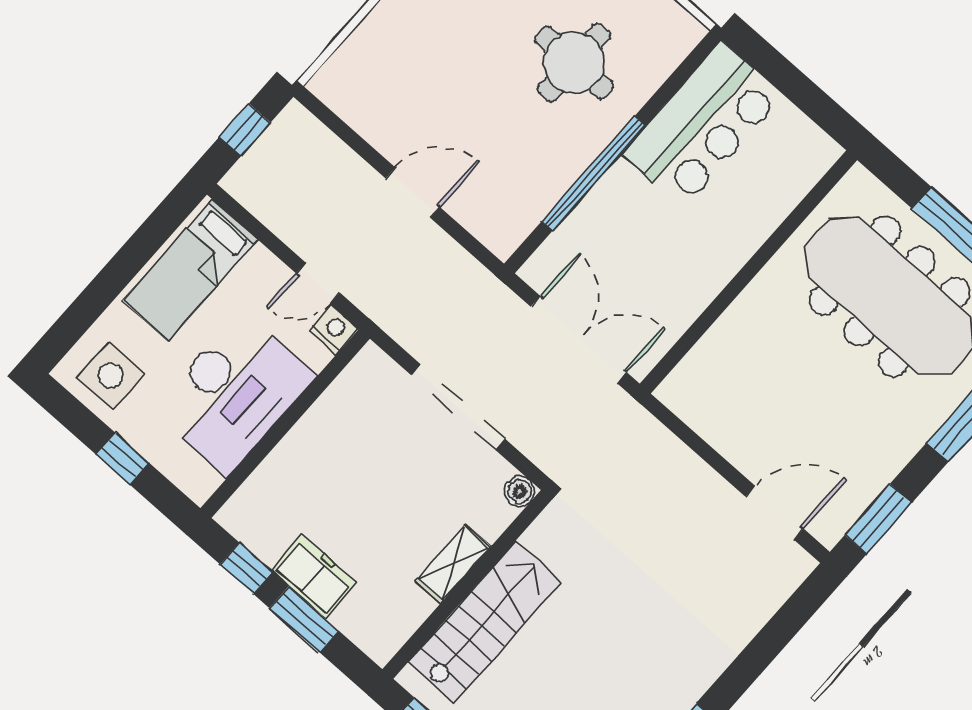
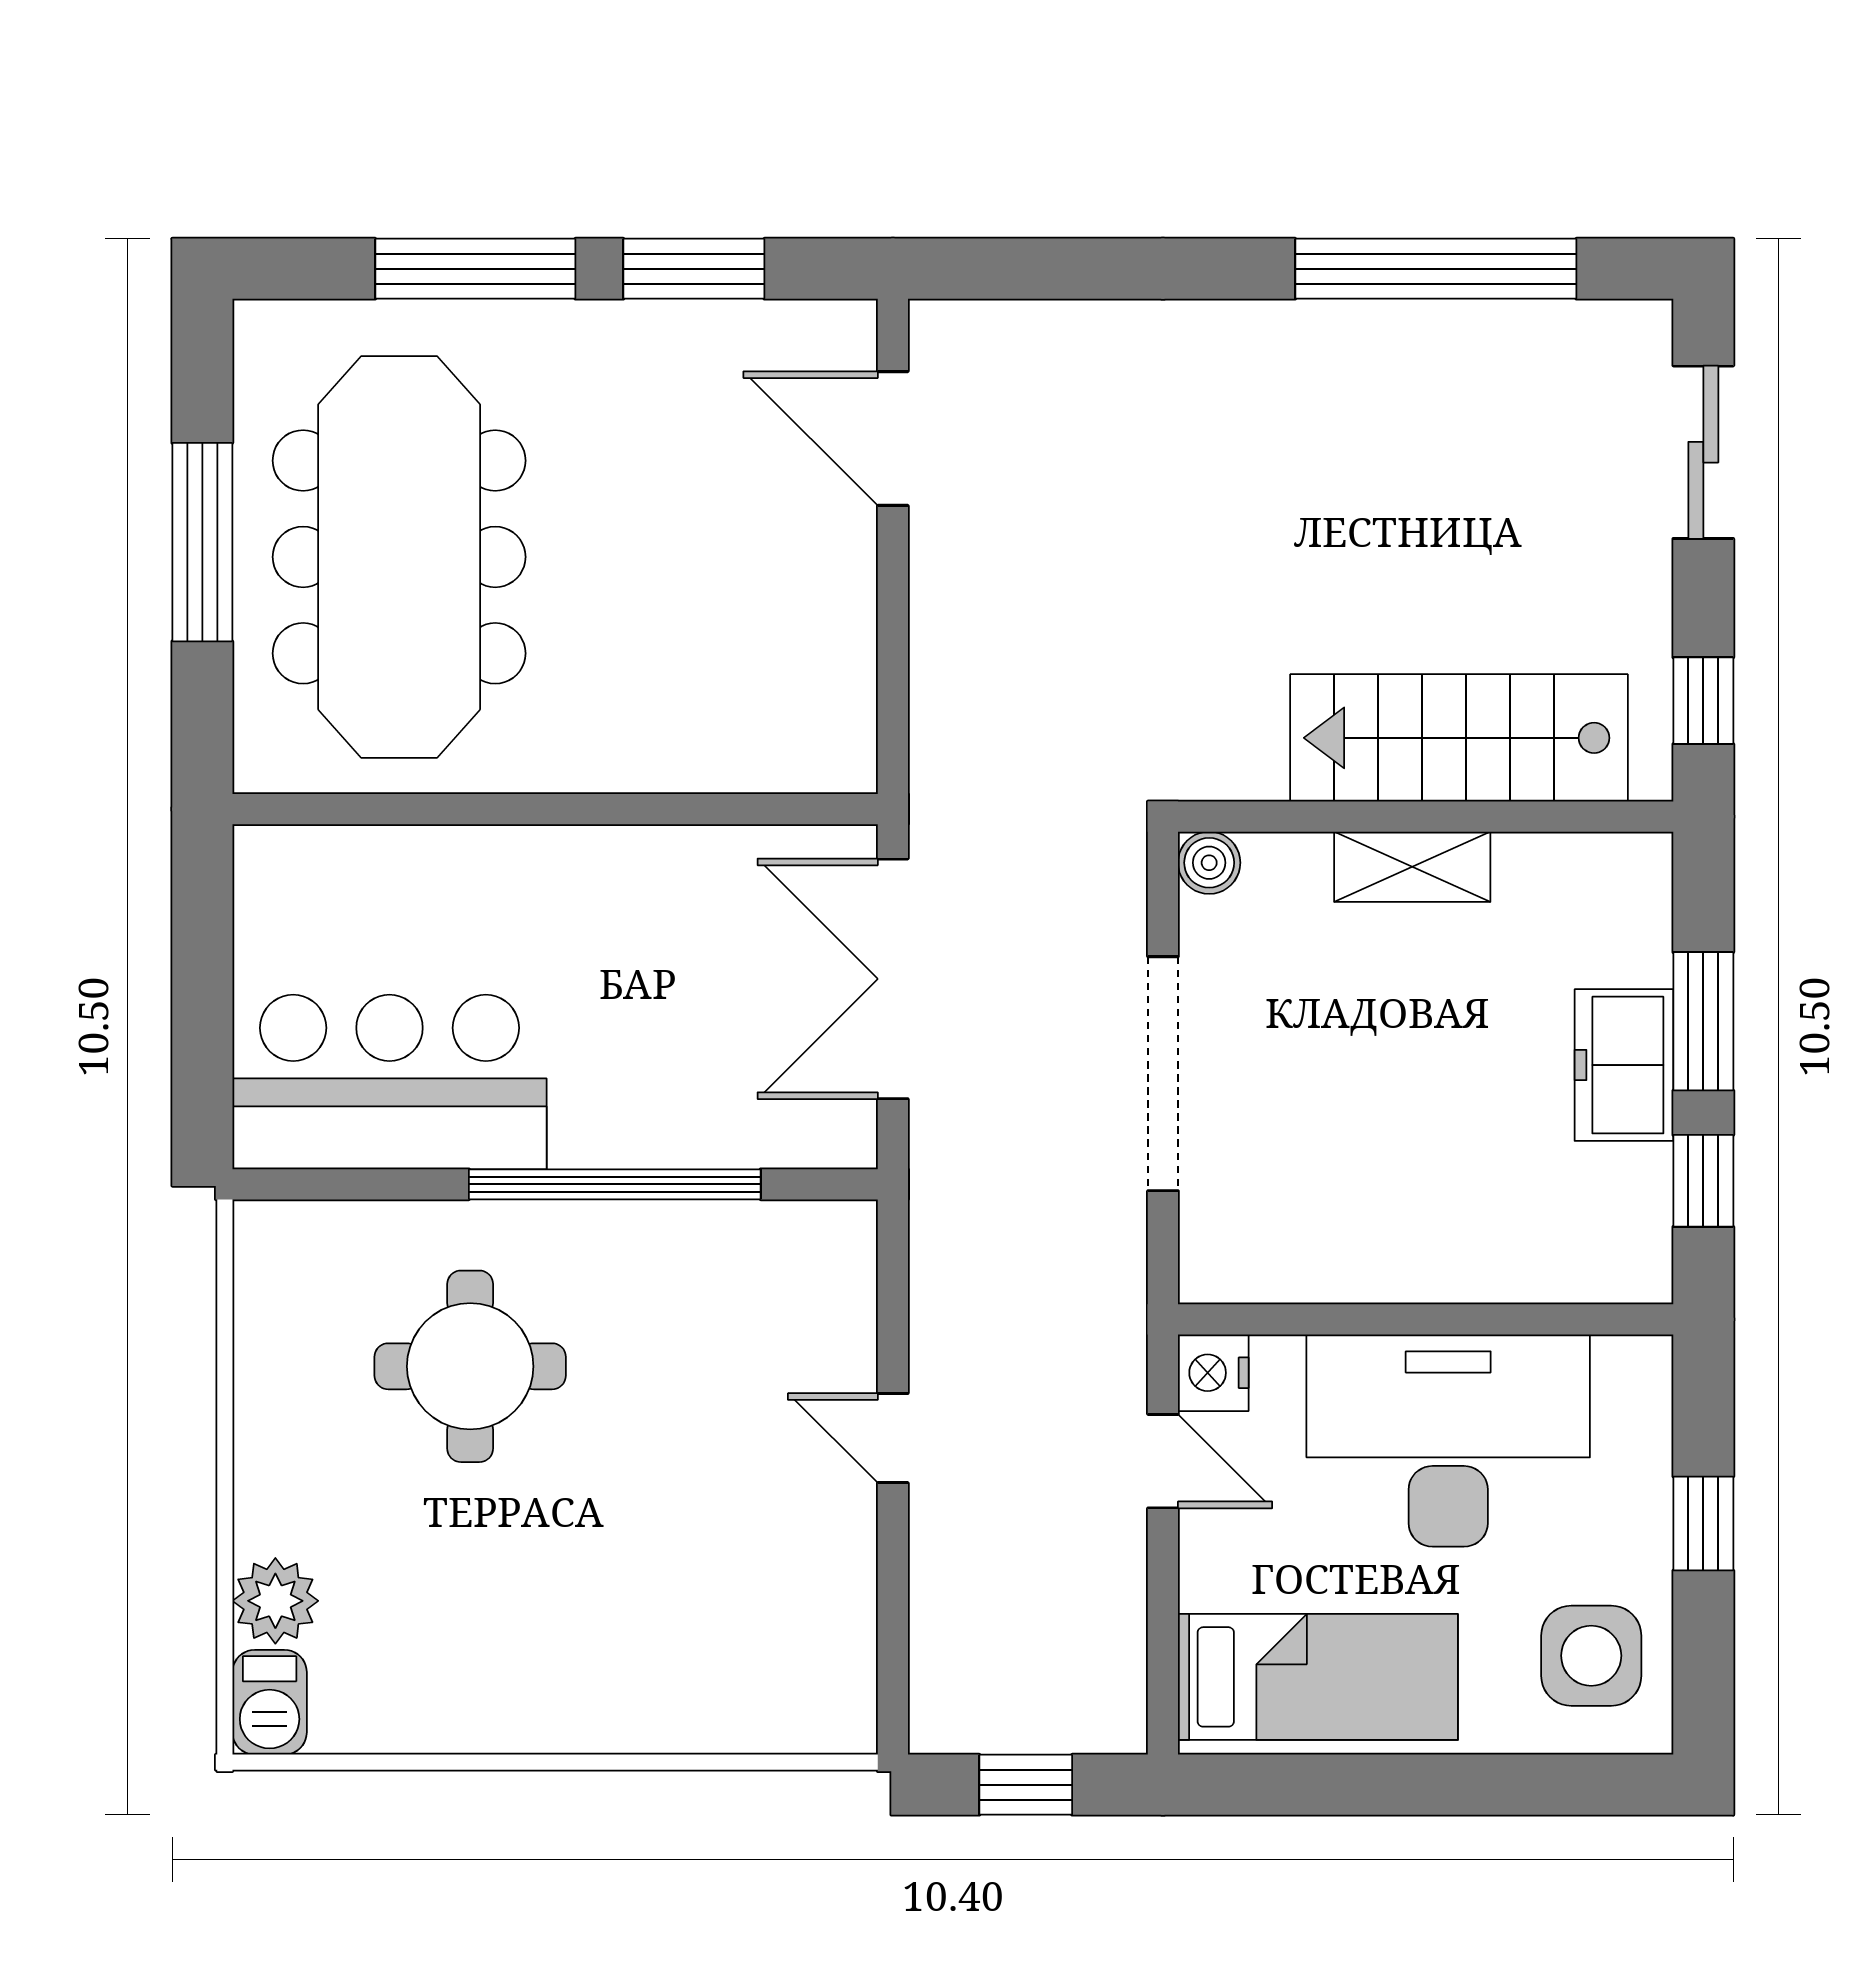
door: (413, 193) -> (893, 1438), width x0.73
window: (878, 519) -> (694, 269), moved

